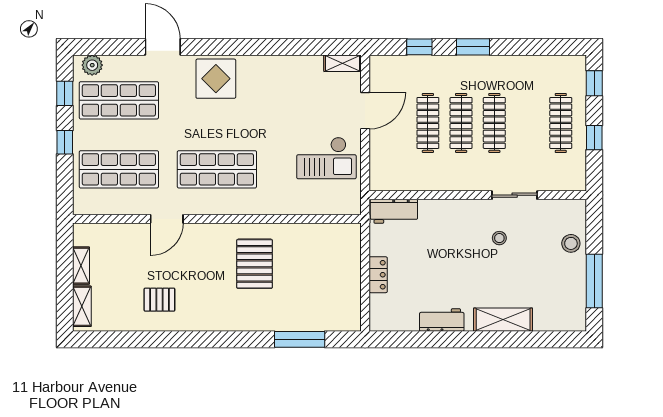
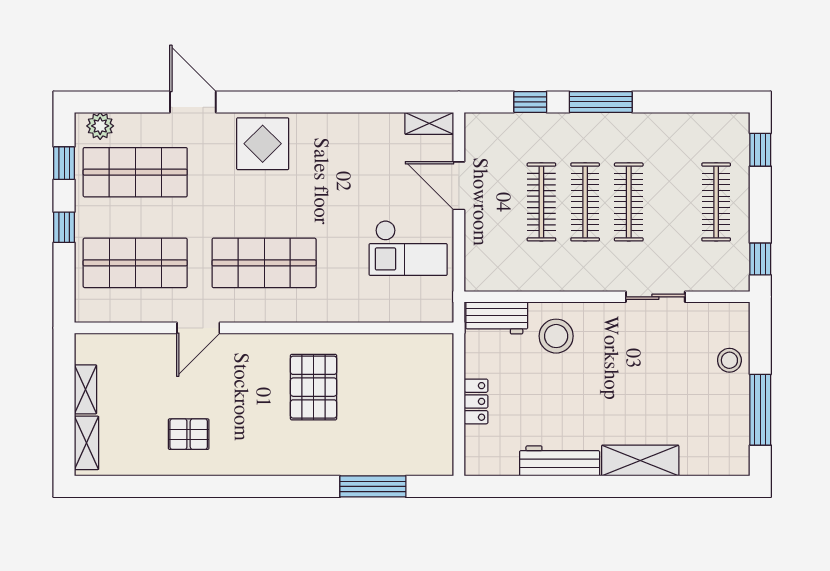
window: (473, 47) -> (601, 102), width x1.44
door: (365, 111) -> (459, 186), swing flipped
window: (594, 138) -> (760, 259), moved
stool: (499, 238) -> (556, 336), moved, width x1.89, depth x1.89
workbench: (442, 320) -> (560, 461), width x1.38

